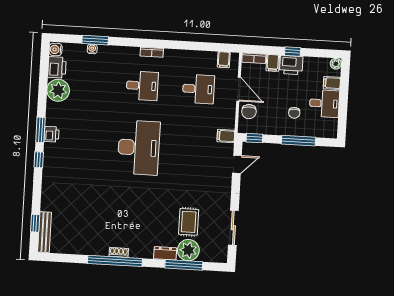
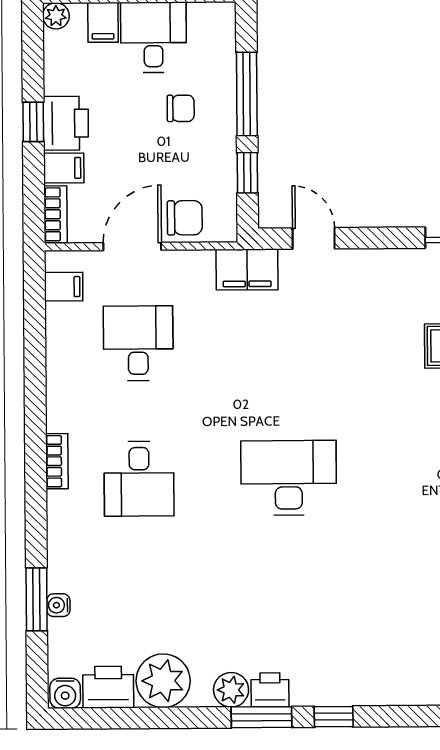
desk: (142, 86) -> (139, 479), turned 180
plant: (53, 118) -> (231, 690), added
filing cabinet: (226, 136) -> (247, 270), width x2.00
window: (254, 138) -> (247, 173), moved
desk: (139, 148) -> (289, 478), width x0.73, depth x0.77

